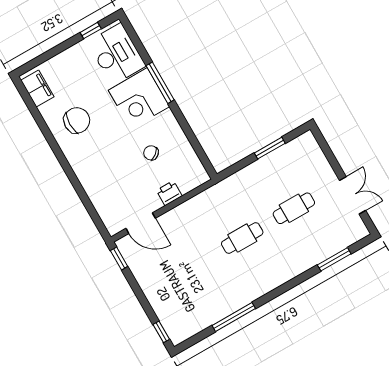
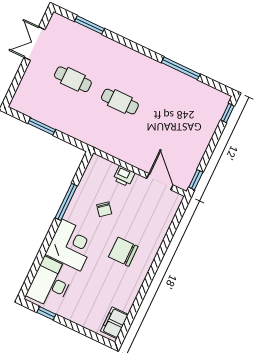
window: (160, 83) -> (66, 202), moved
chair: (77, 120) -> (123, 252), moved

